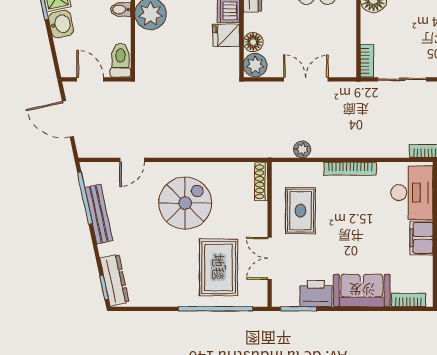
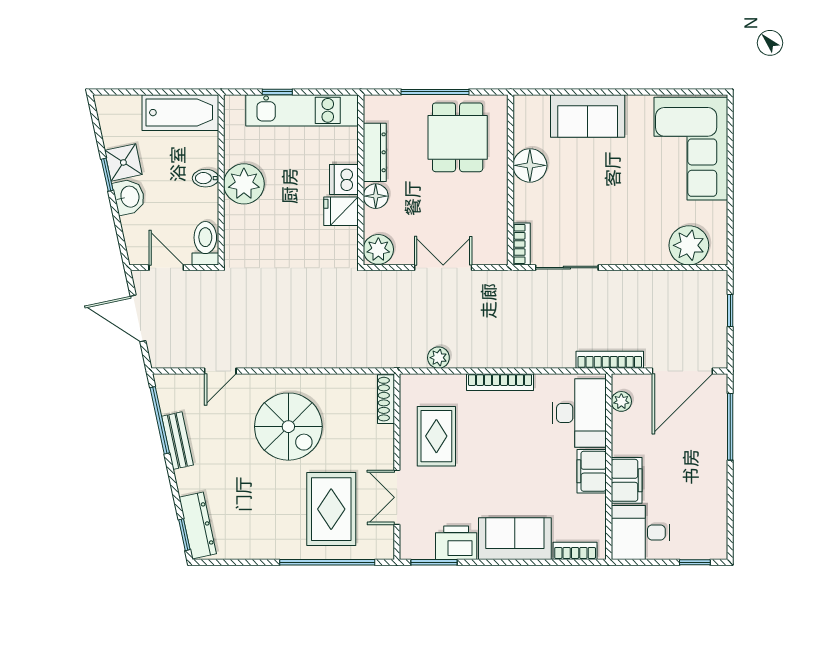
floor lamp: (253, 42) -> (376, 196), moved
spiral stairs: (185, 203) -> (288, 427), turned 90
bench: (99, 214) -> (177, 441), width x0.73

